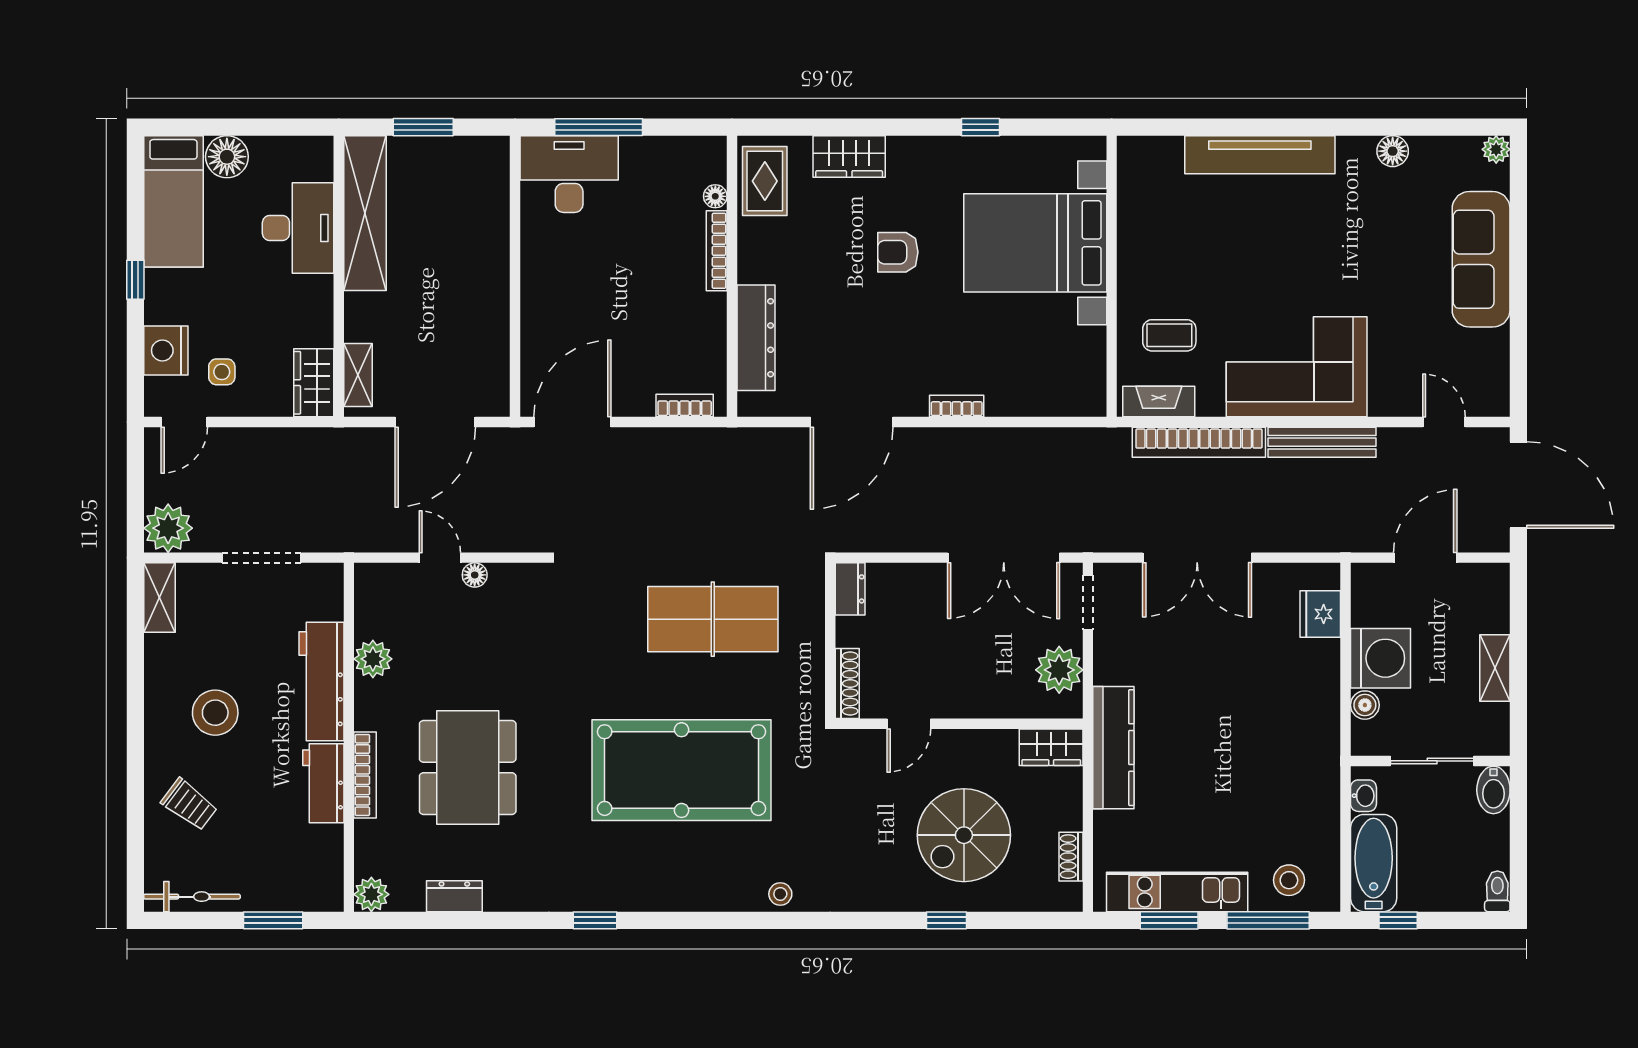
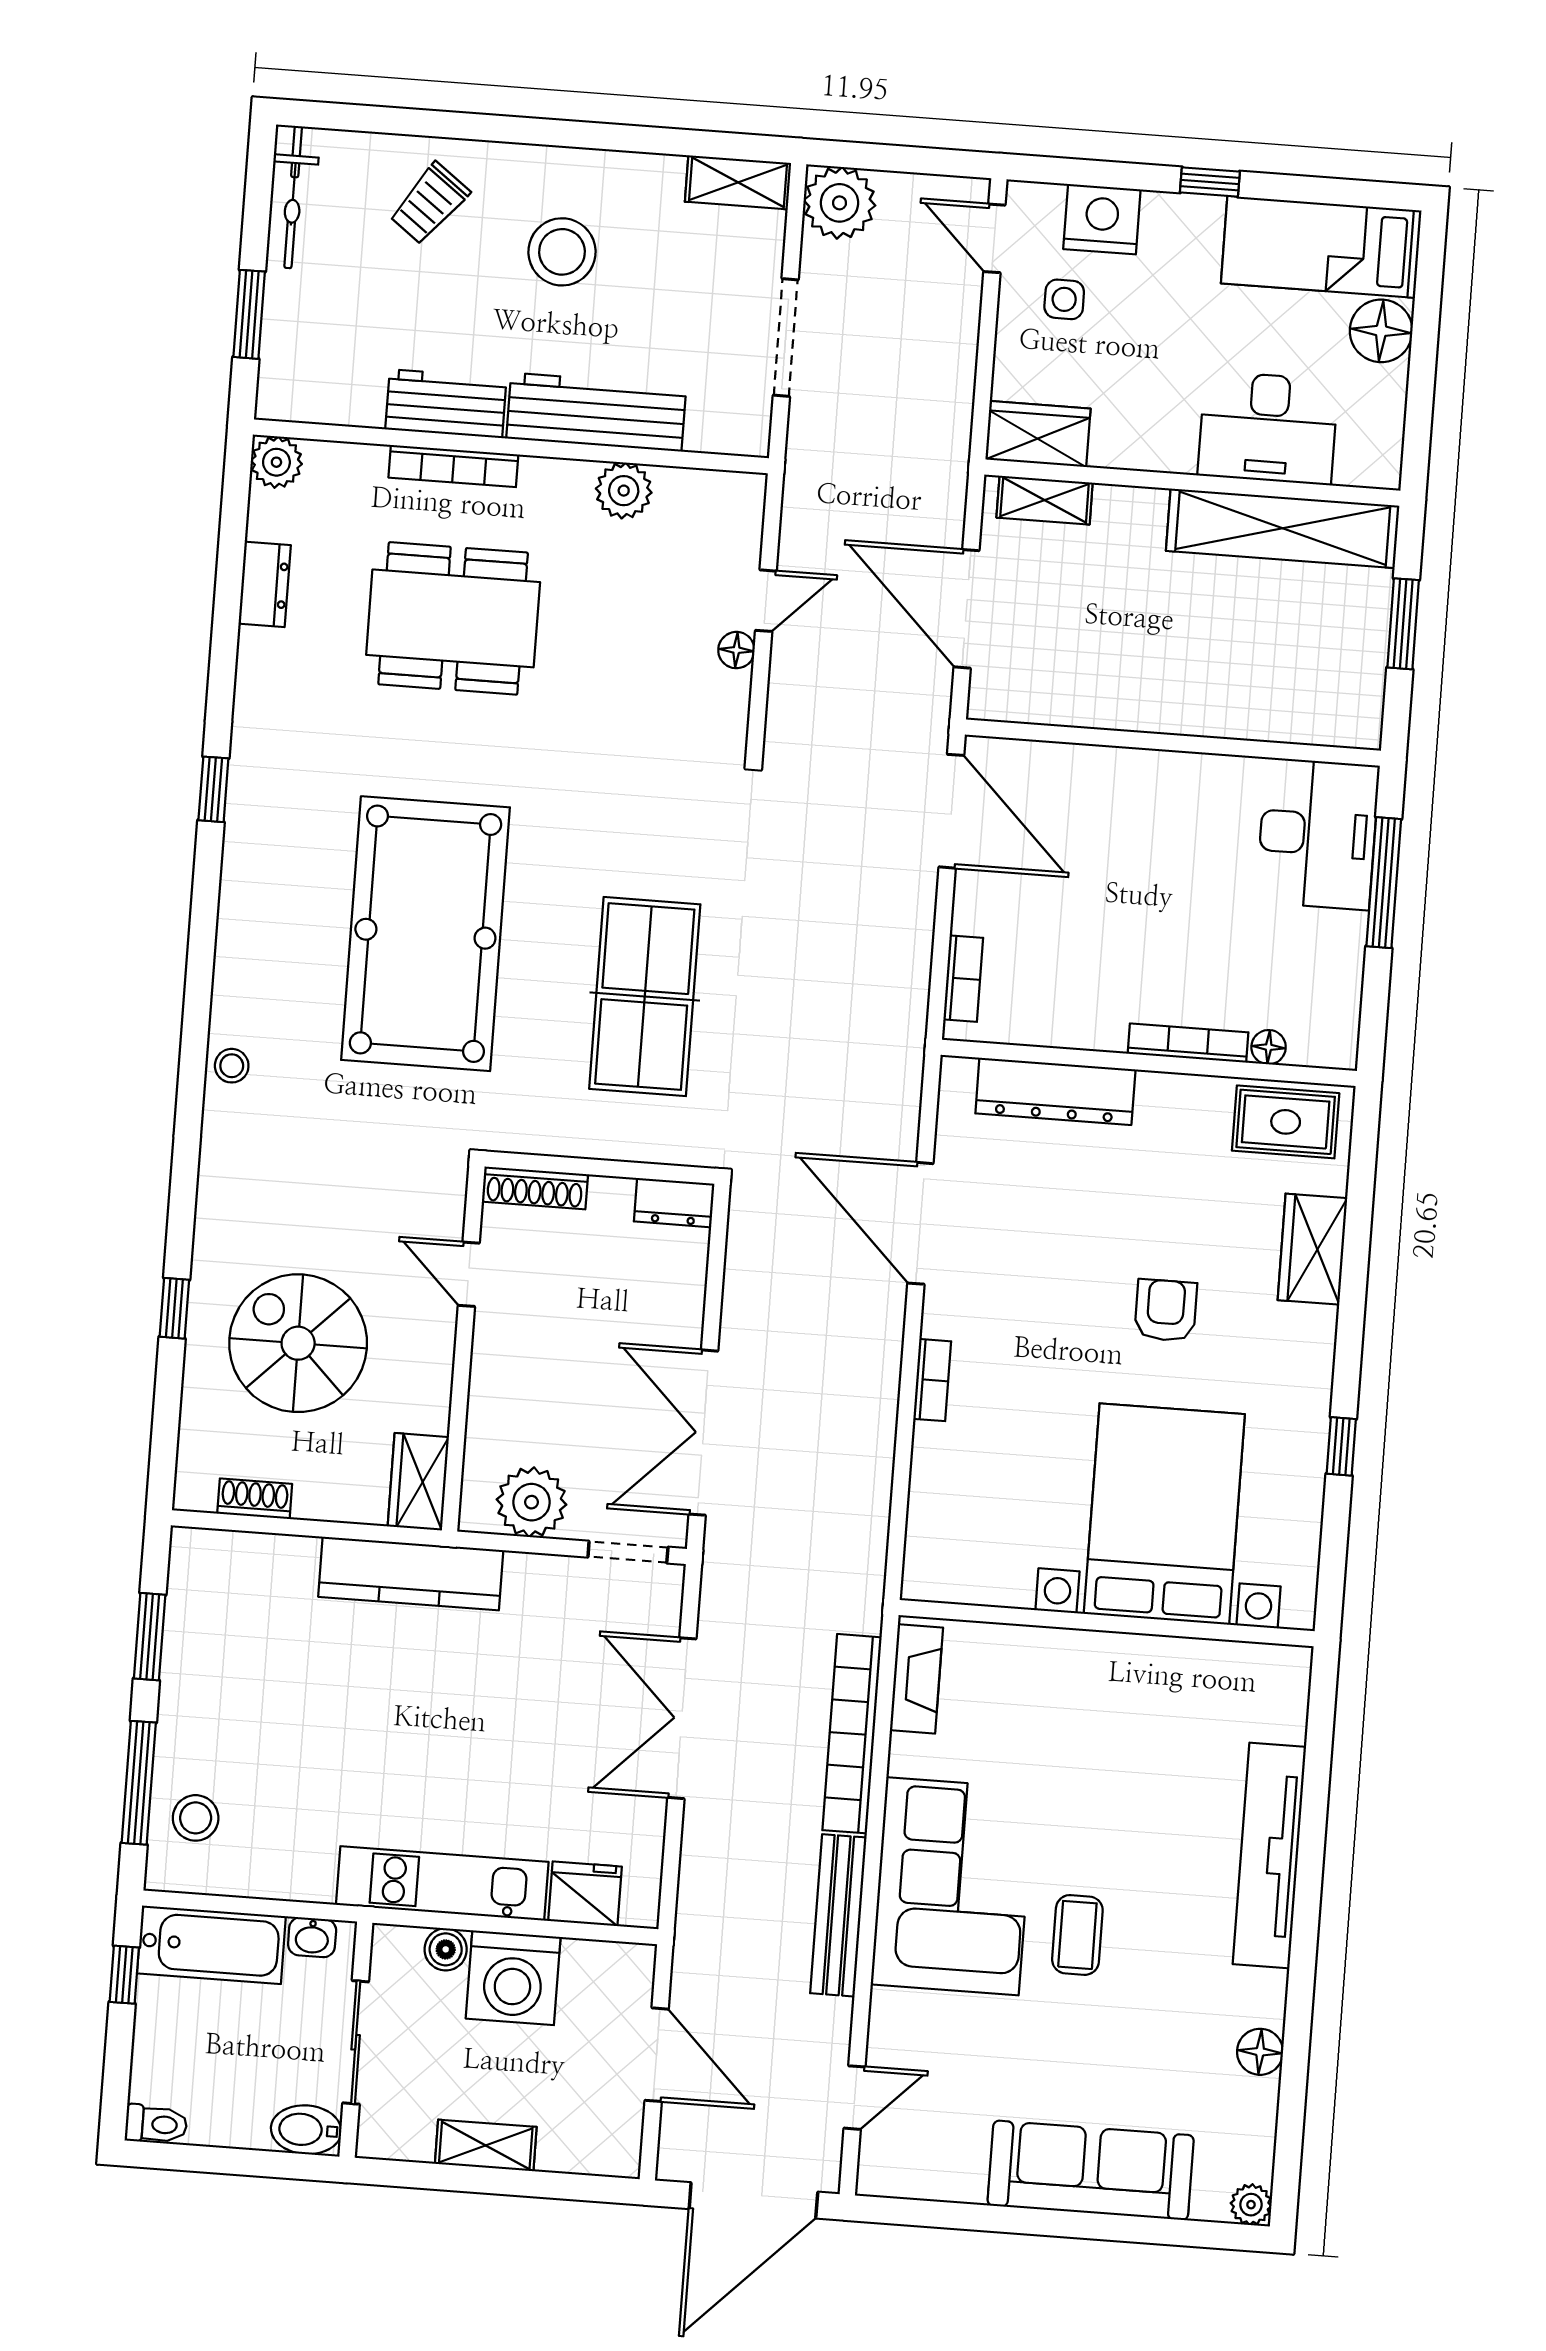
coffee table: (1169, 335) -> (1077, 1935), moved
kitchen unit: (1177, 892) -> (442, 1883), moved, turned -90

